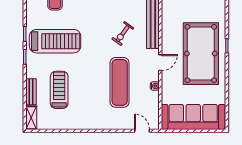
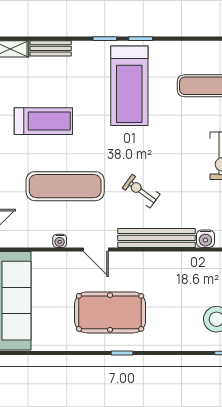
pool table: (201, 54) -> (110, 312), width x0.73, depth x0.76
treadmill: (59, 90) -> (43, 121), moved

